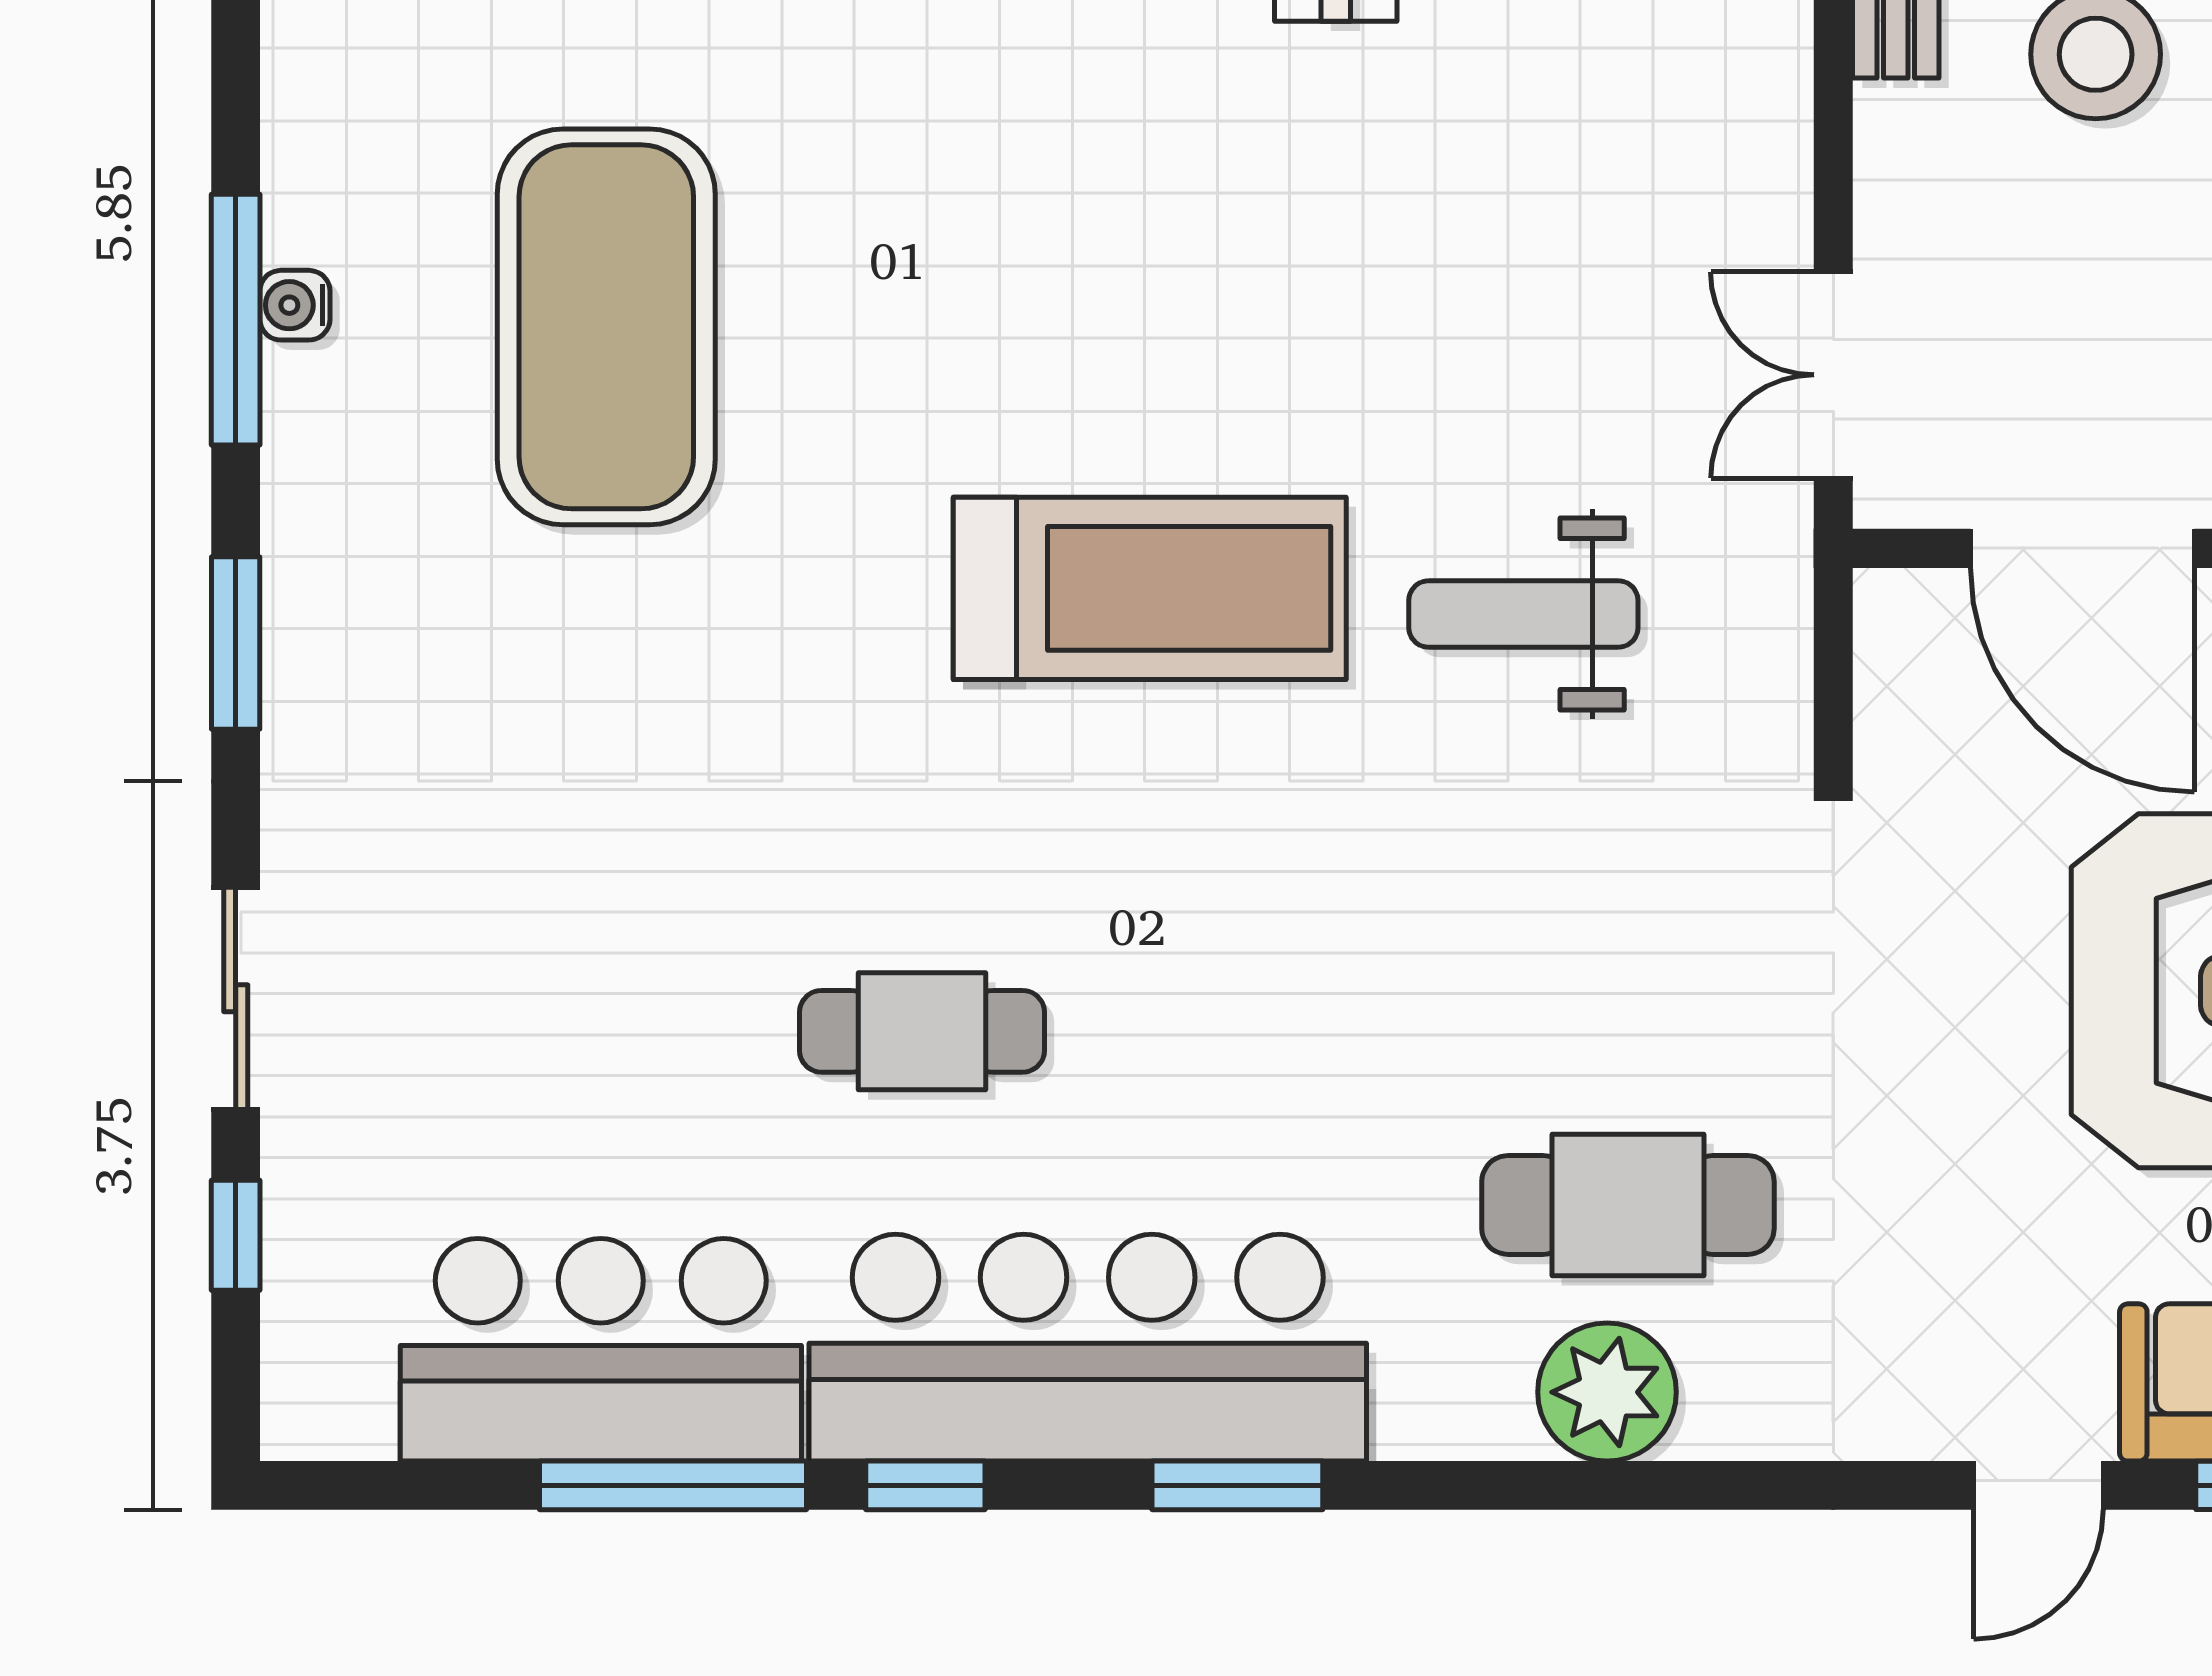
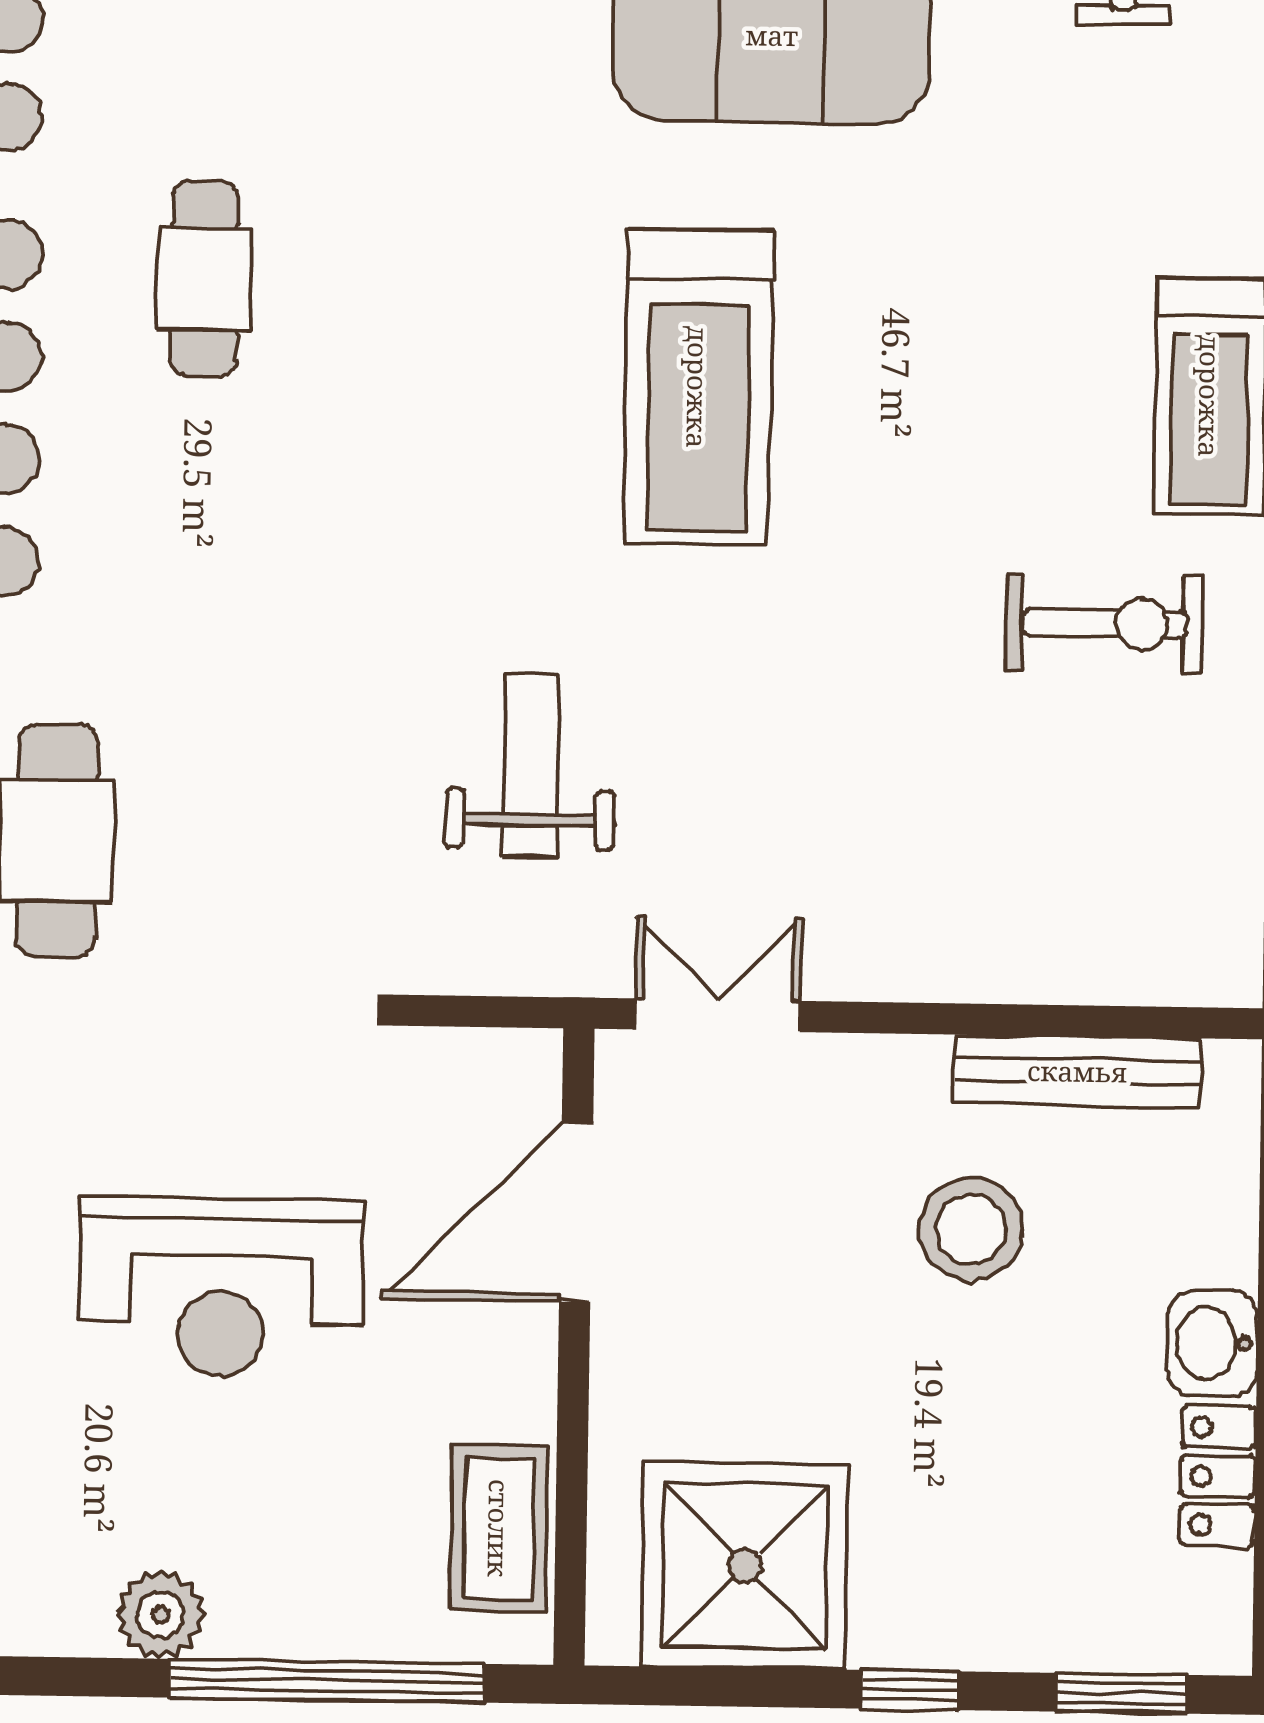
treadmill: (1150, 588) -> (698, 387), moved

